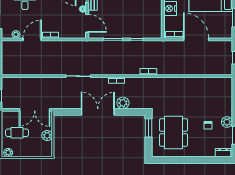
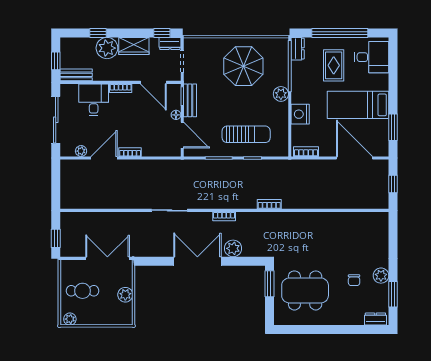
sun lounger: (132, 23) -> (246, 134), added
door: (196, 39) -> (354, 158), moved
double door: (35, 110) -> (107, 258), swing flipped
dining table: (174, 132) -> (305, 290), turned 90

